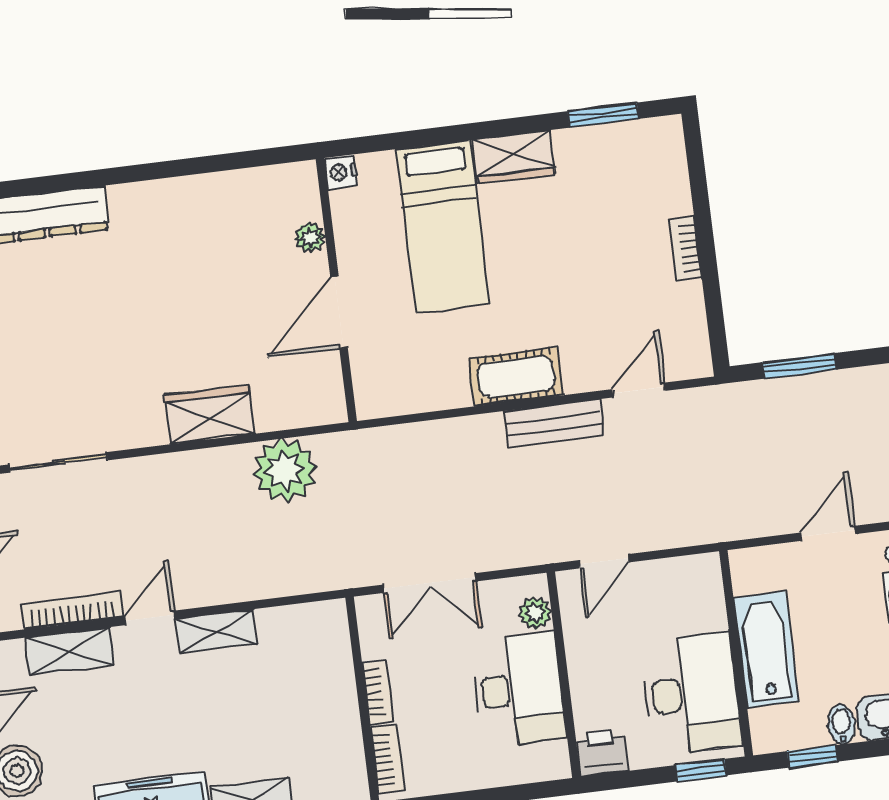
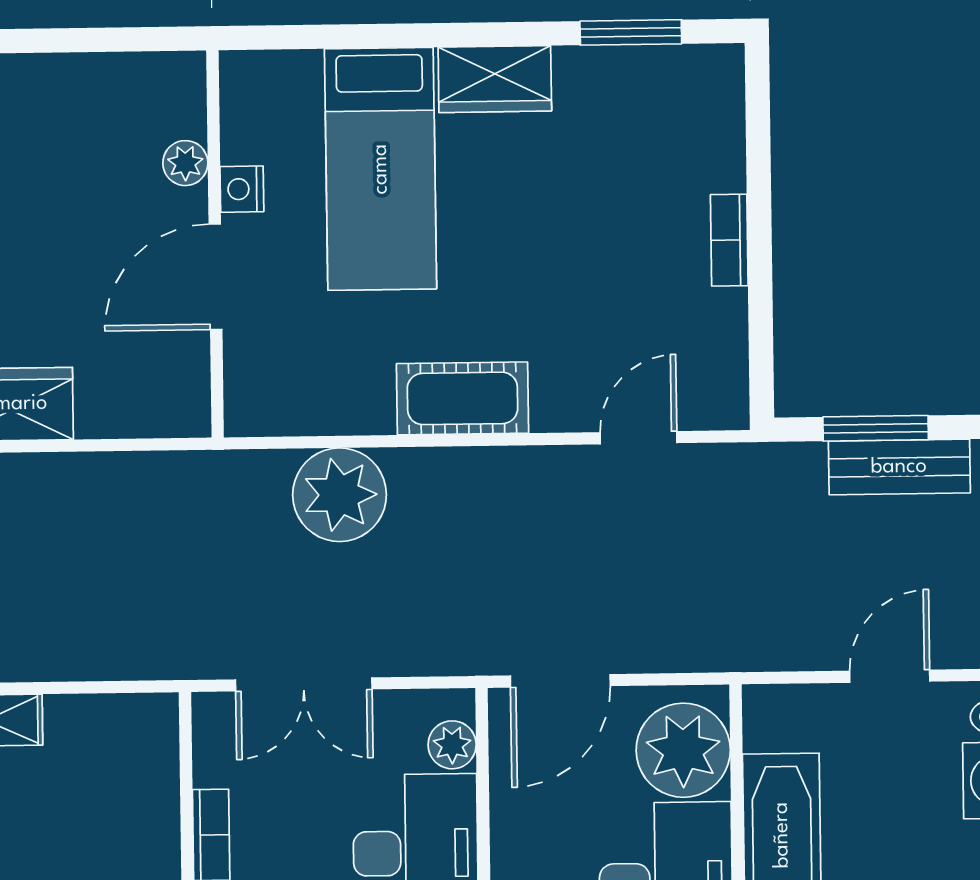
nightstand: (341, 172) -> (242, 189), moved
bench: (554, 423) -> (899, 467), moved
plant: (285, 471) -> (340, 495), moved
door: (604, 561) -> (560, 681), width x1.37
plant: (693, 599) -> (683, 750), added

